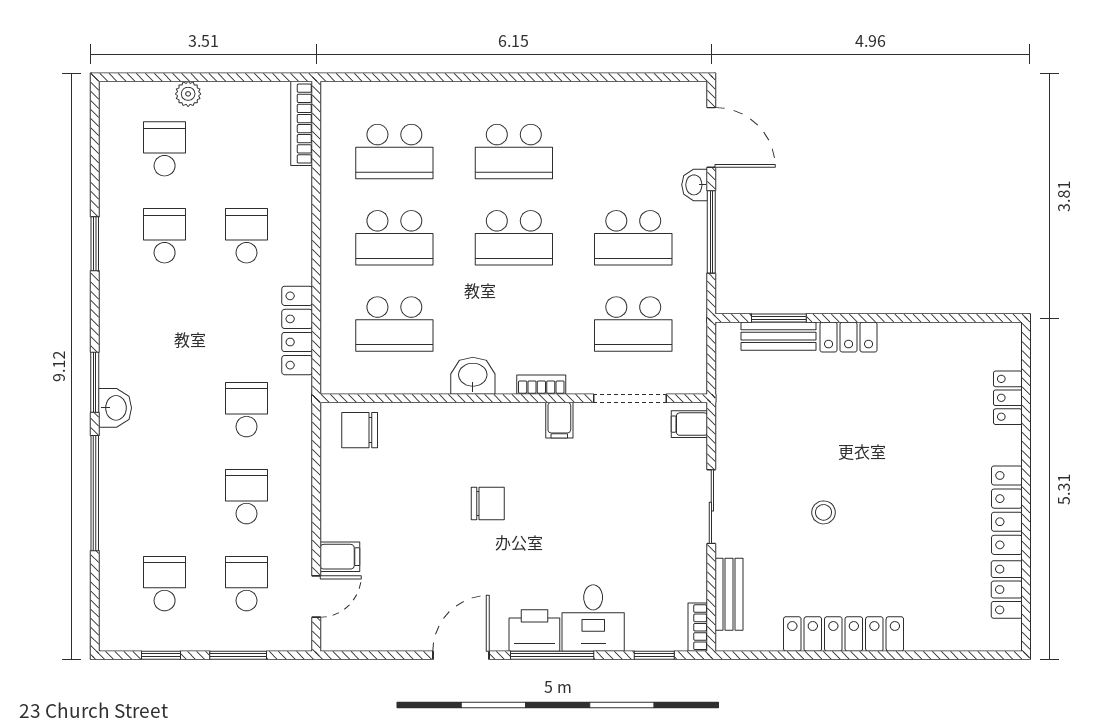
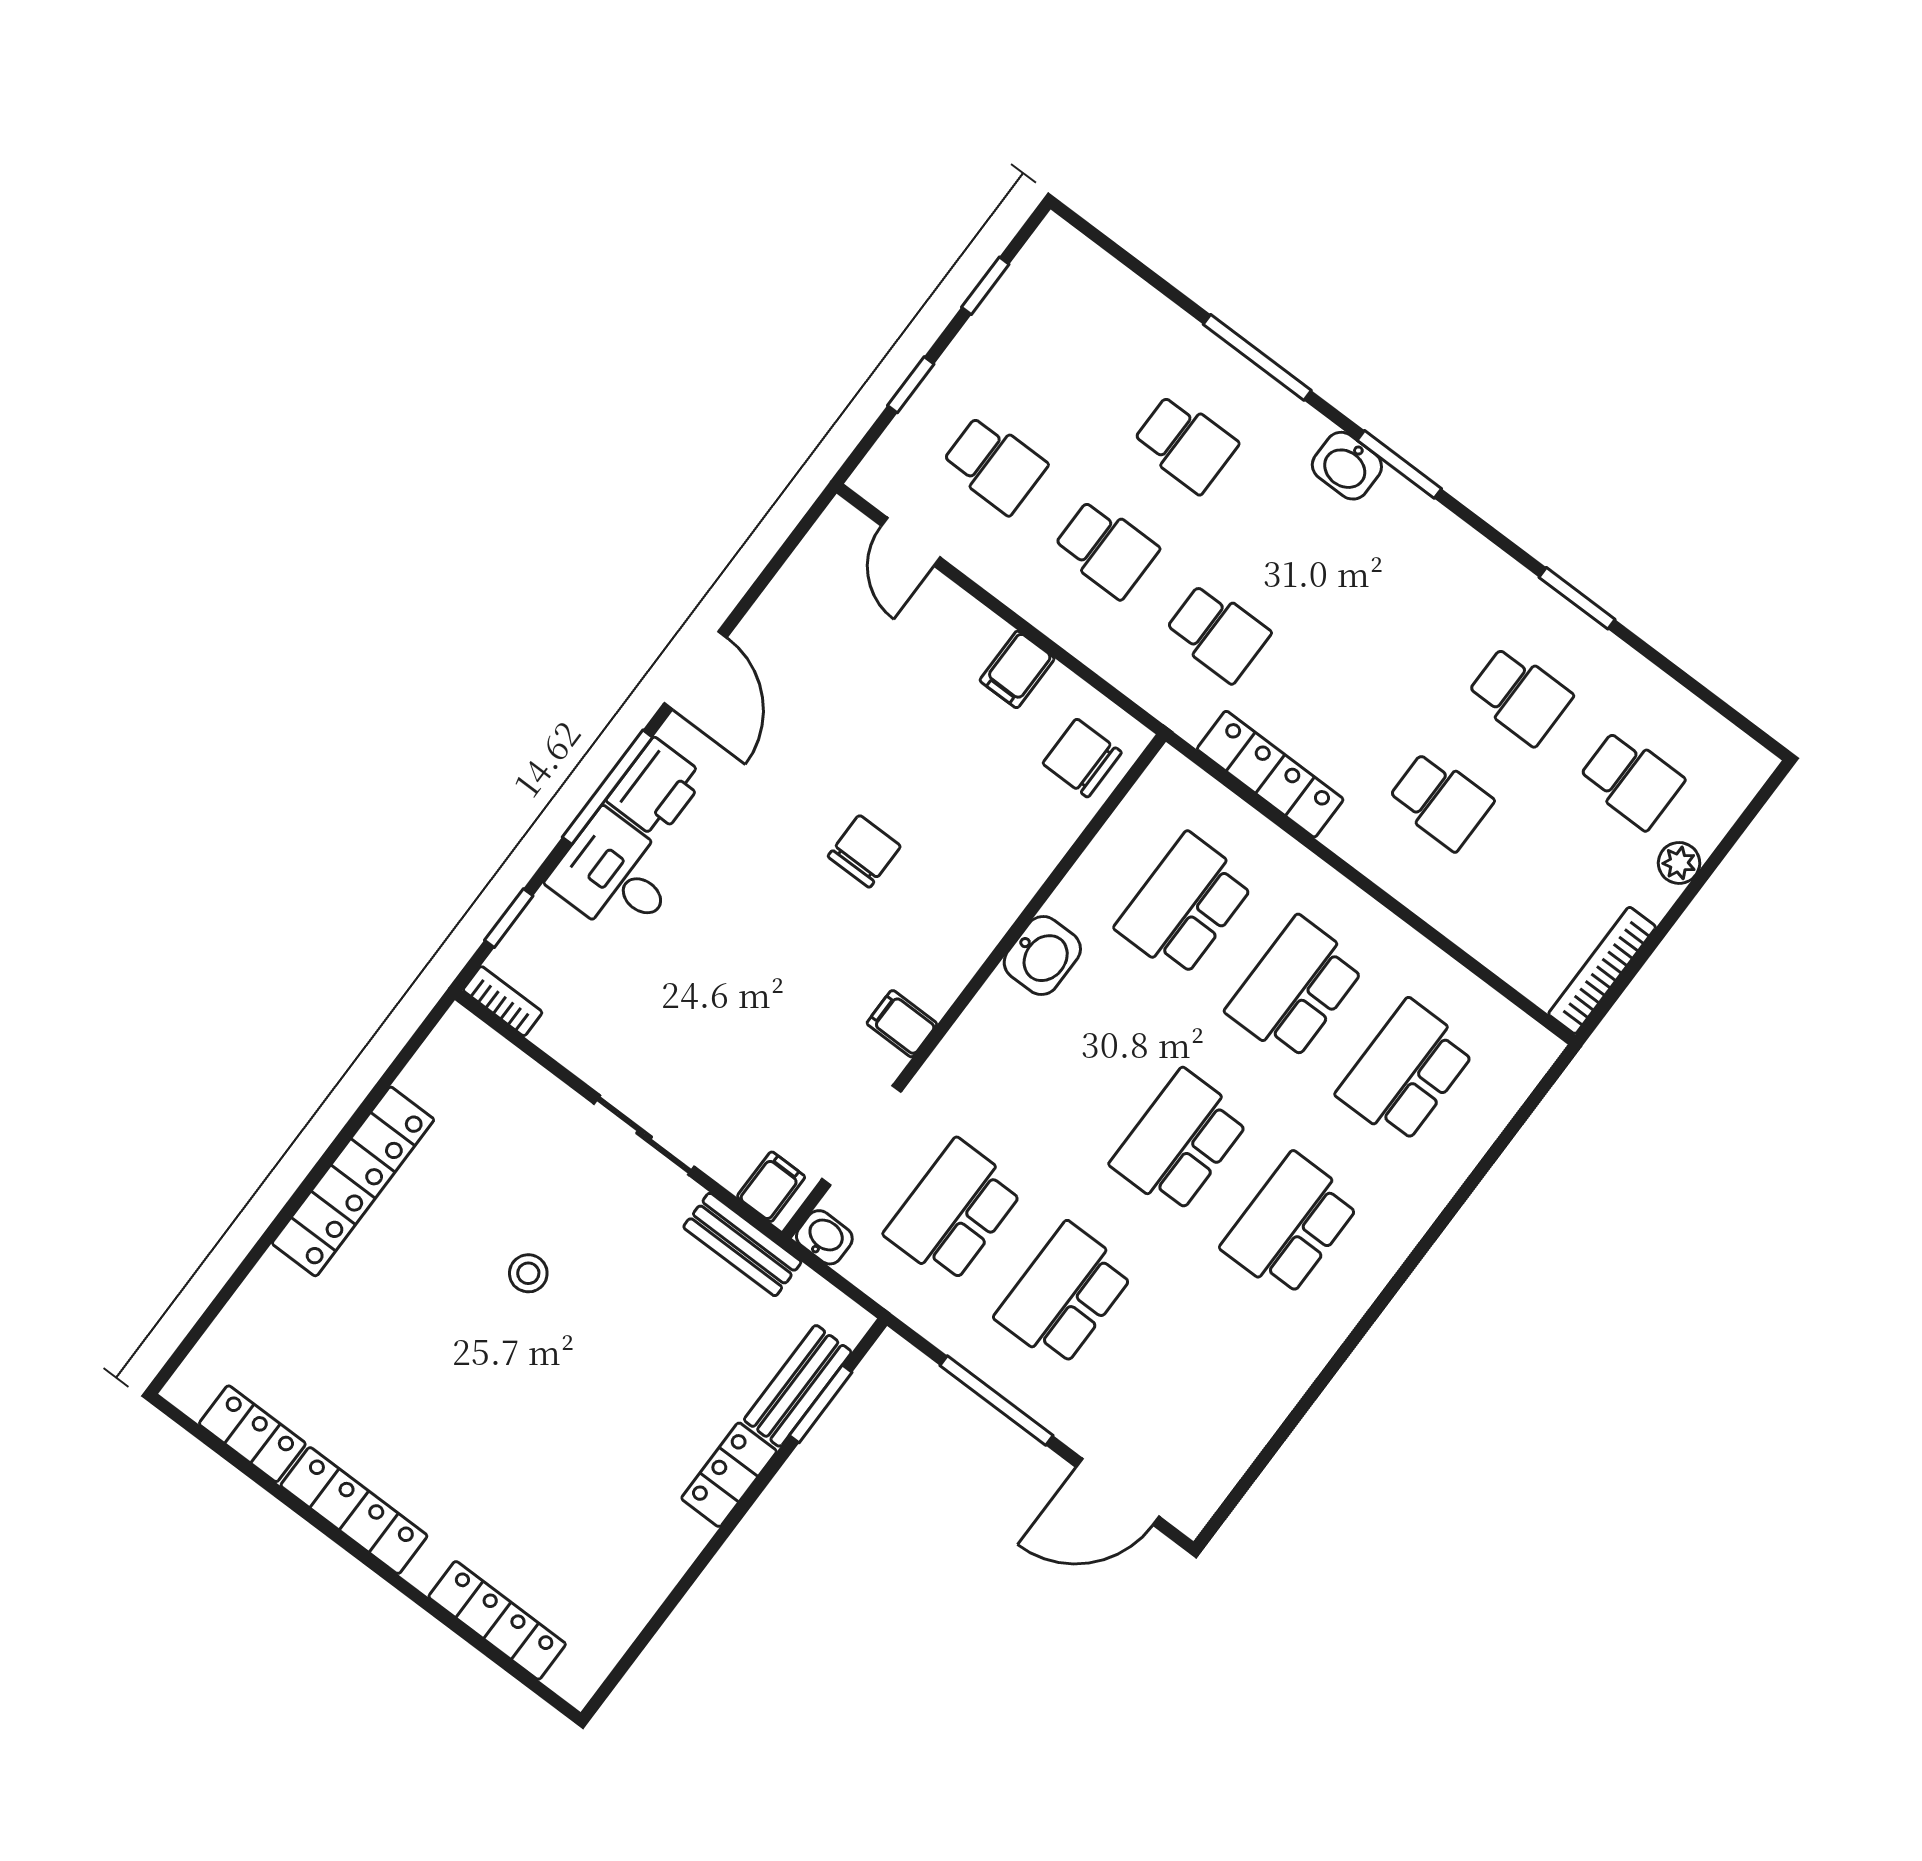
bookcase: (302, 124) -> (1602, 970), moved, turned -90
washbasin: (695, 185) -> (824, 1237), moved
bookcase: (541, 385) -> (965, 1035), removed
locker: (1008, 398) -> (497, 1620), width x1.53
chair: (360, 430) -> (1082, 758), turned -90
window: (95, 493) -> (1257, 357), width x0.68
chair: (488, 503) -> (864, 851), turned 180
filing cabinet: (340, 557) -> (1017, 669), moved
school desk: (165, 584) -> (1185, 443), moved
bench: (729, 594) -> (742, 1244), moved
window: (238, 655) -> (911, 385), width x0.67

